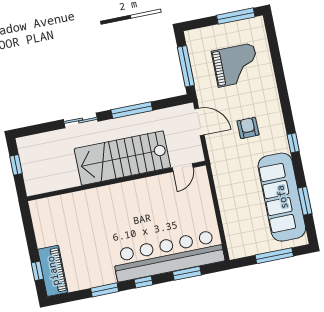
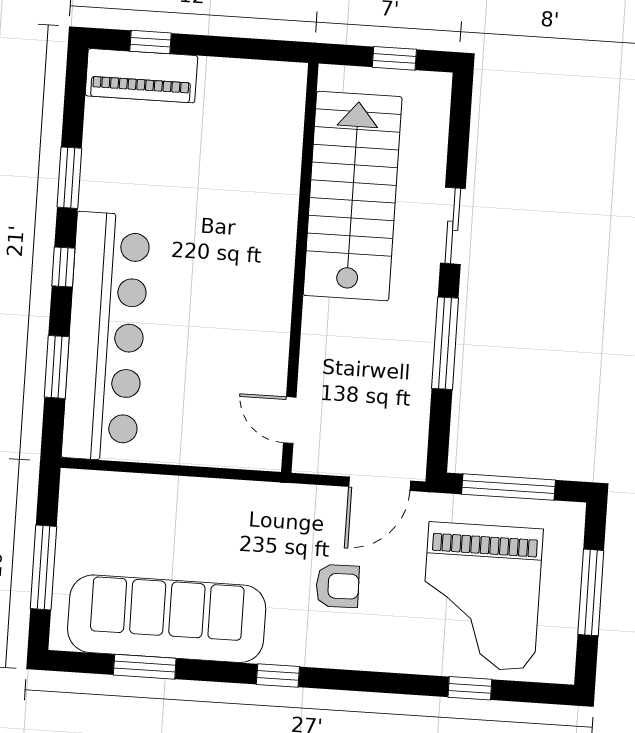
window: (236, 16) -> (591, 592), moved
window: (276, 59) -> (470, 688), added
grand piano: (236, 65) -> (482, 597), width x1.37, depth x1.48
stairs: (122, 158) -> (353, 196), moved

